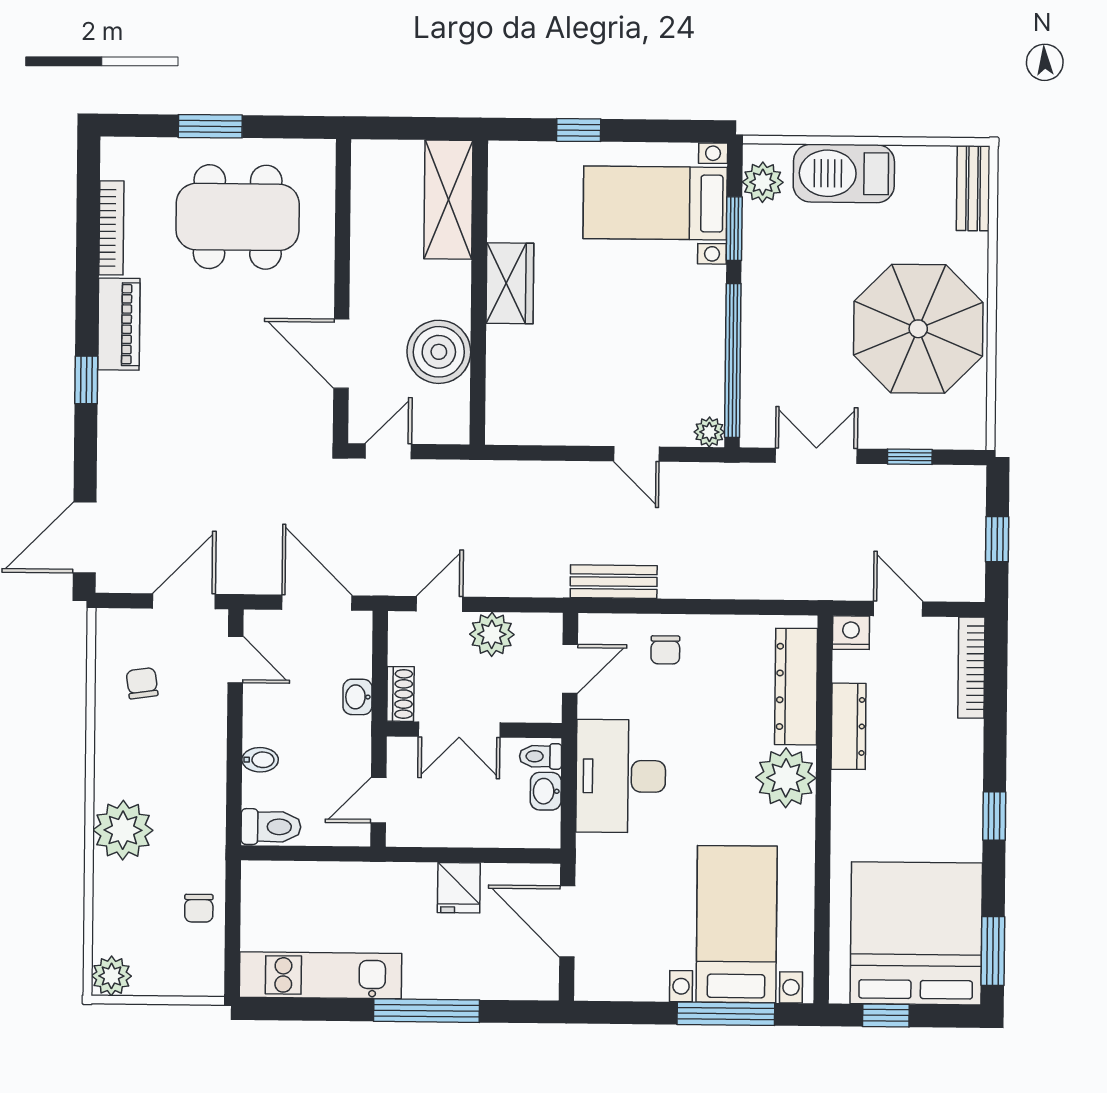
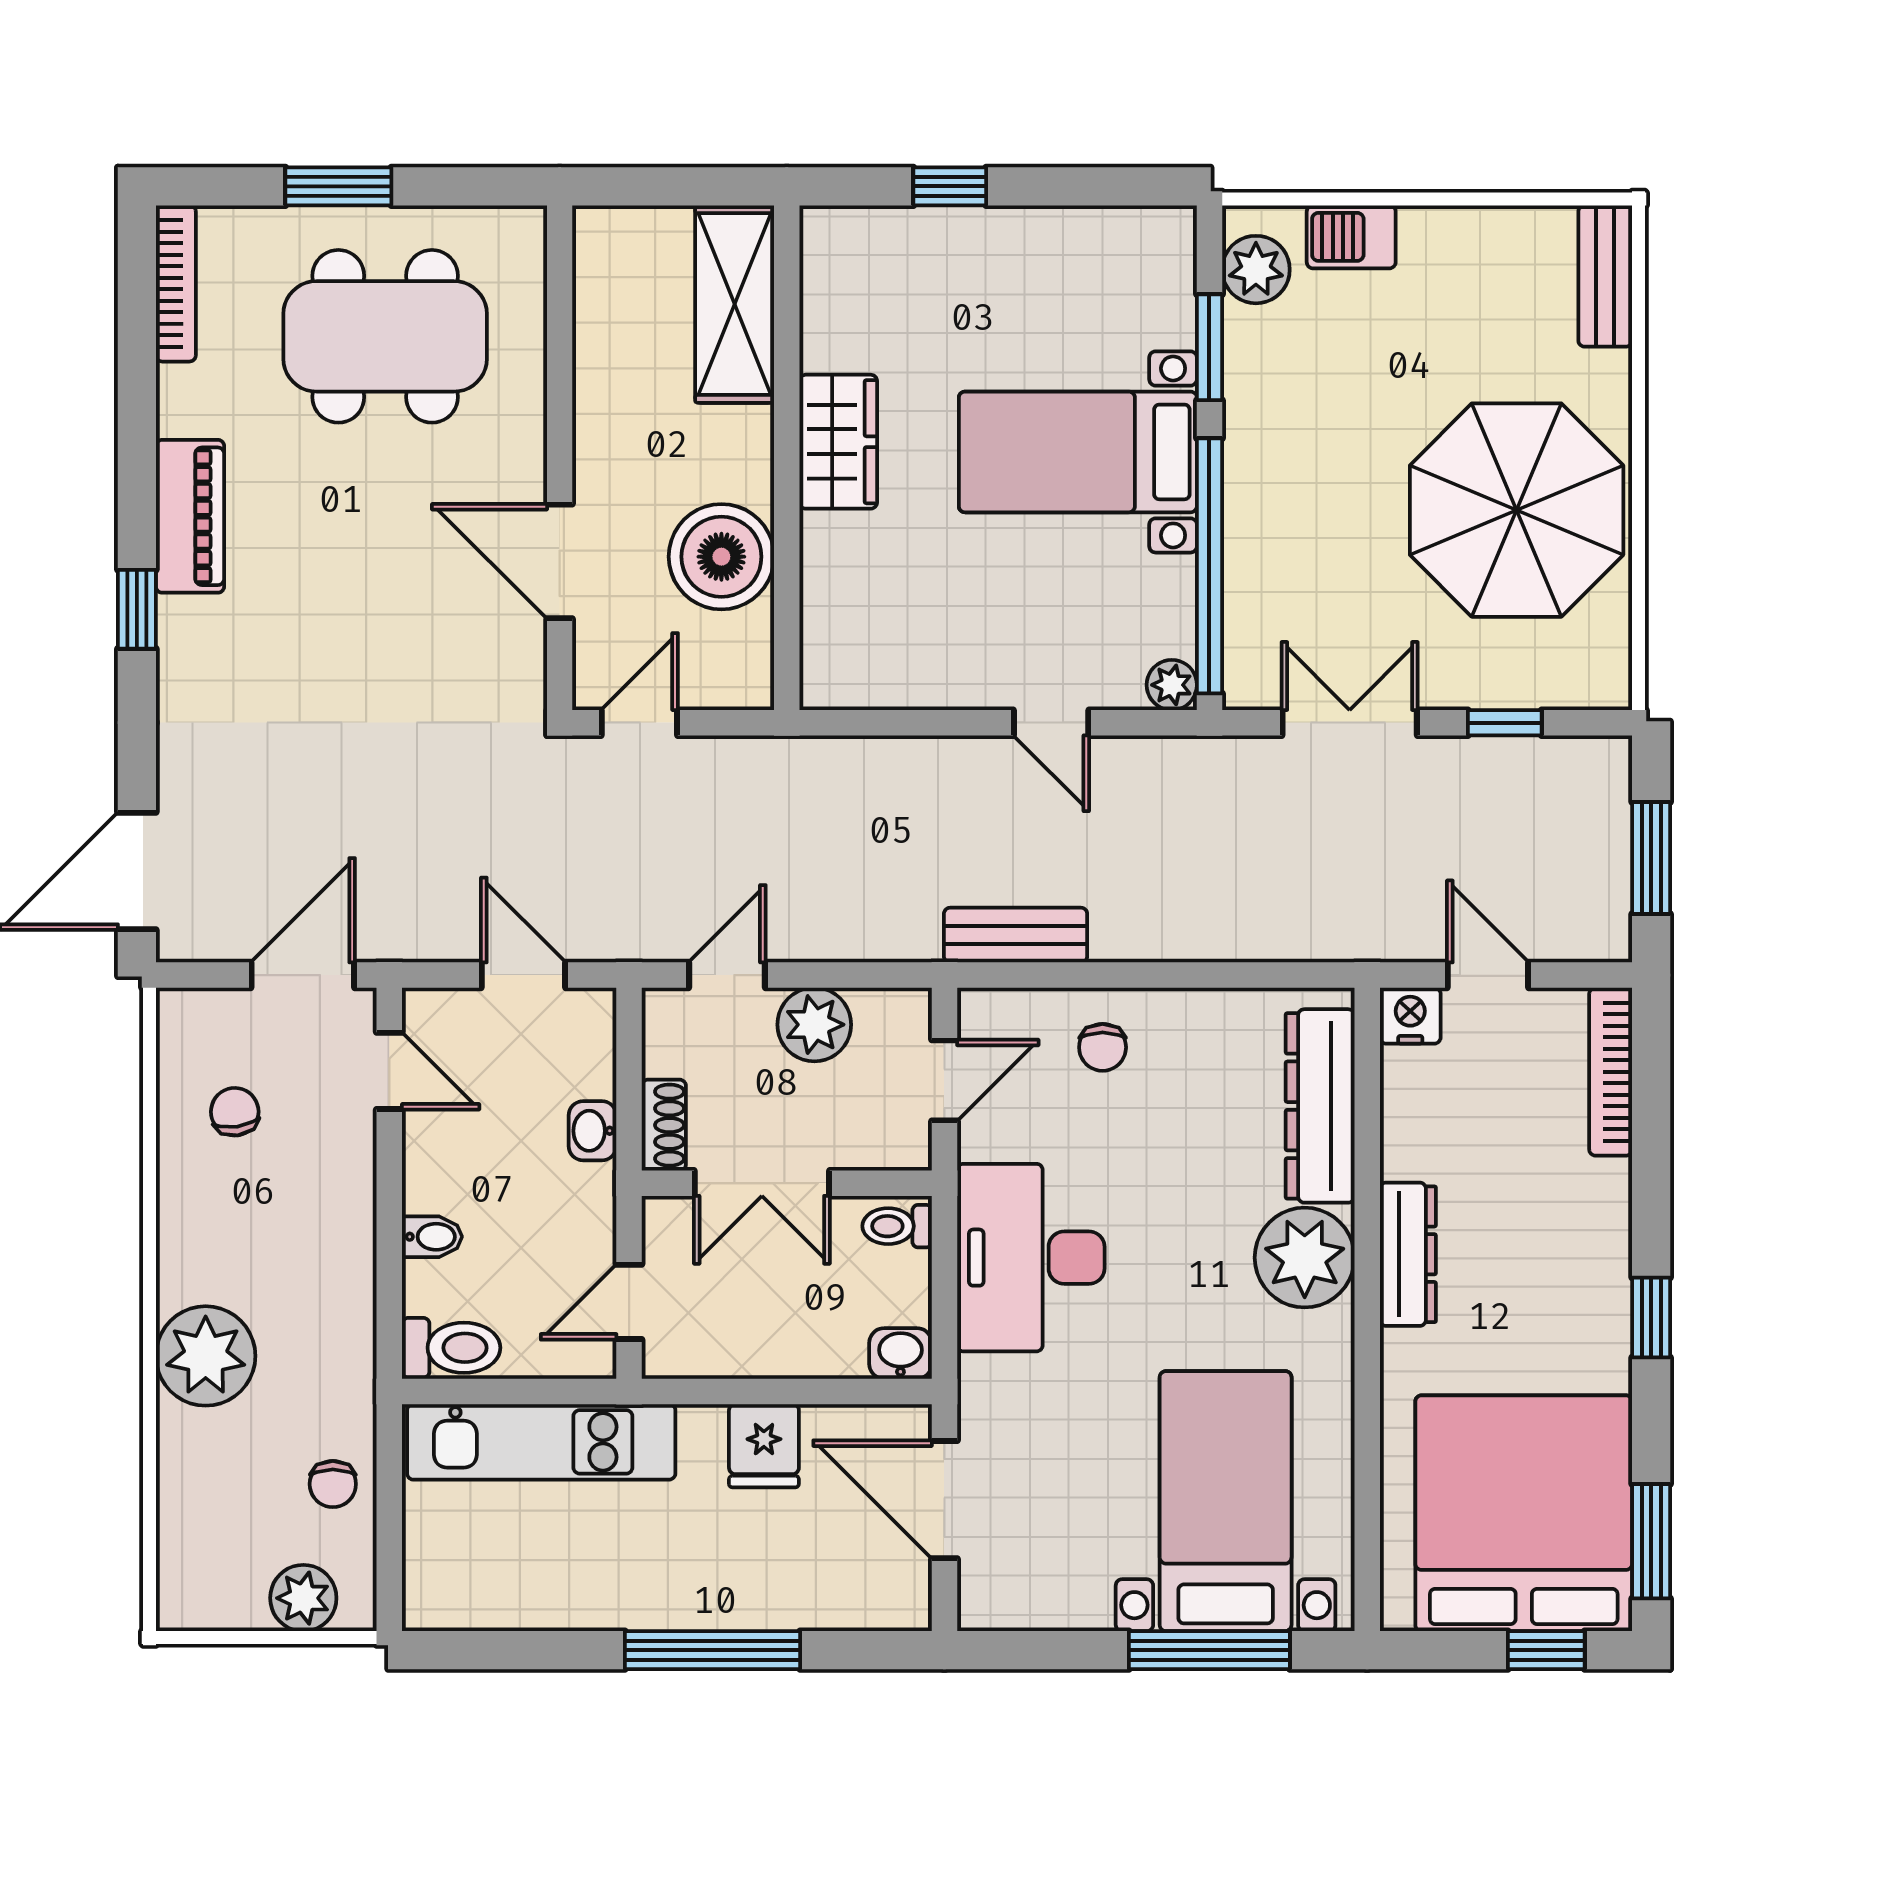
barbecue: (844, 173) -> (1351, 237), width x0.53, depth x0.65
bed with nightstands: (655, 203) -> (1078, 452), moved
bookcase: (111, 228) -> (176, 283), moved
window: (997, 539) -> (1651, 858), width x1.50
door: (317, 603) -> (523, 975), width x0.73
dresser: (849, 726) -> (1408, 1254), moved
washbasin: (546, 791) -> (900, 1353), moved, turned 90
kitchen unit: (321, 975) -> (541, 1442), moved, turned 180
plant: (111, 976) -> (303, 1598), moved
window: (886, 1015) -> (1546, 1650), moved

